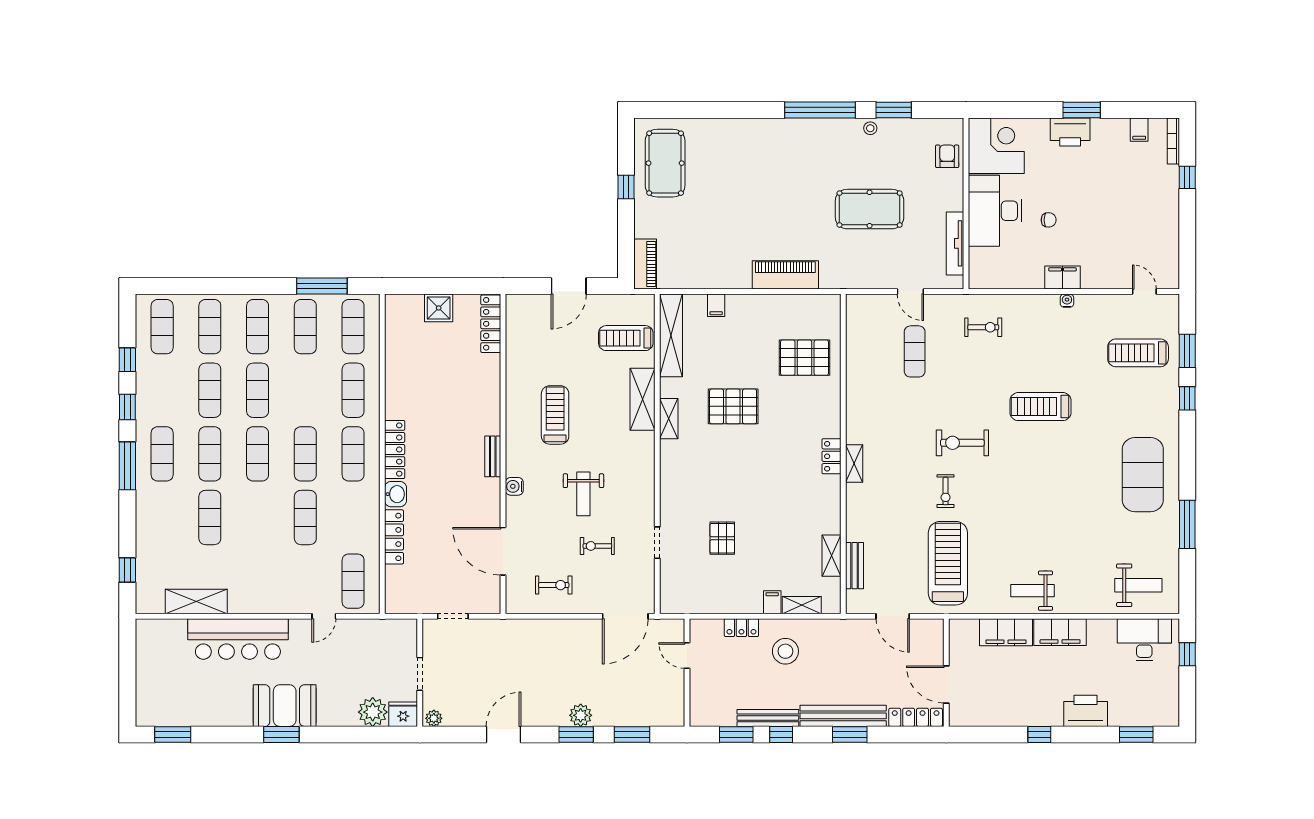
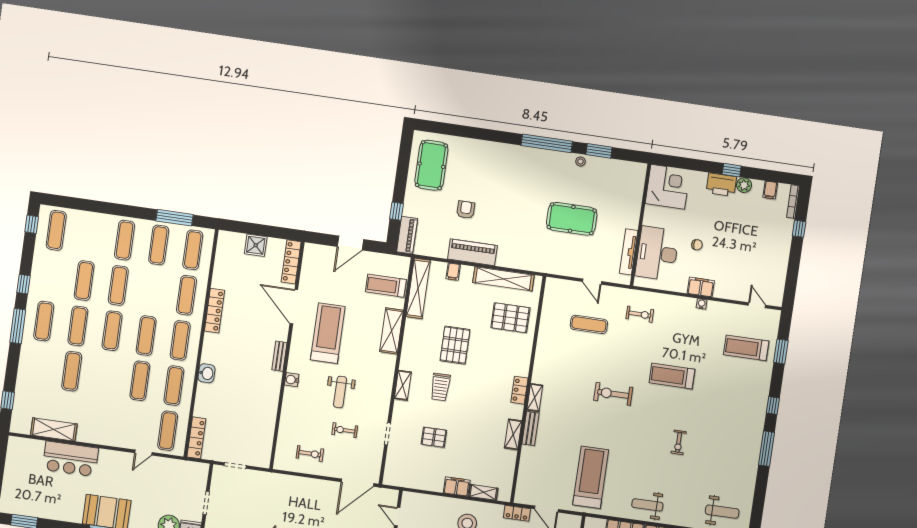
window: (1082, 110) -> (732, 170), width x0.67
plant: (1102, 128) -> (744, 185), added
armchair: (947, 156) -> (466, 210), moved
window: (626, 187) -> (397, 211), moved
desk: (995, 211) -> (657, 253), moved
piano: (785, 275) -> (472, 252), moved
shelving: (787, 305) -> (503, 279), added
exercise mat: (210, 327) -> (174, 386), moved
exercise mat: (915, 351) -> (589, 324), turned 90
window: (127, 360) -> (32, 224), moved
window: (1187, 398) -> (773, 406), moved
pallet: (733, 406) -> (455, 345), turned 90
treadmill: (555, 415) -> (328, 333), width x1.37, depth x1.38
shelving: (669, 419) -> (403, 385), moved
locker: (395, 450) -> (215, 311), moved
trolley: (721, 467) -> (440, 387), added
exercise mat: (1143, 475) -> (737, 434), removed
exercise bike: (946, 491) -> (679, 442), moved
window: (1187, 524) -> (766, 449), moved
locker: (394, 537) -> (196, 438), moved
pallet: (722, 538) -> (434, 437), turned 90
door: (503, 551) -> (294, 307), moved
shelving: (832, 556) -> (513, 434), moved
bench: (855, 566) -> (531, 429), moved
filing cabinet: (772, 602) -> (457, 487), width x2.00
locker: (741, 628) -> (517, 513), moved
bar counter: (238, 639) -> (70, 459), width x0.73

